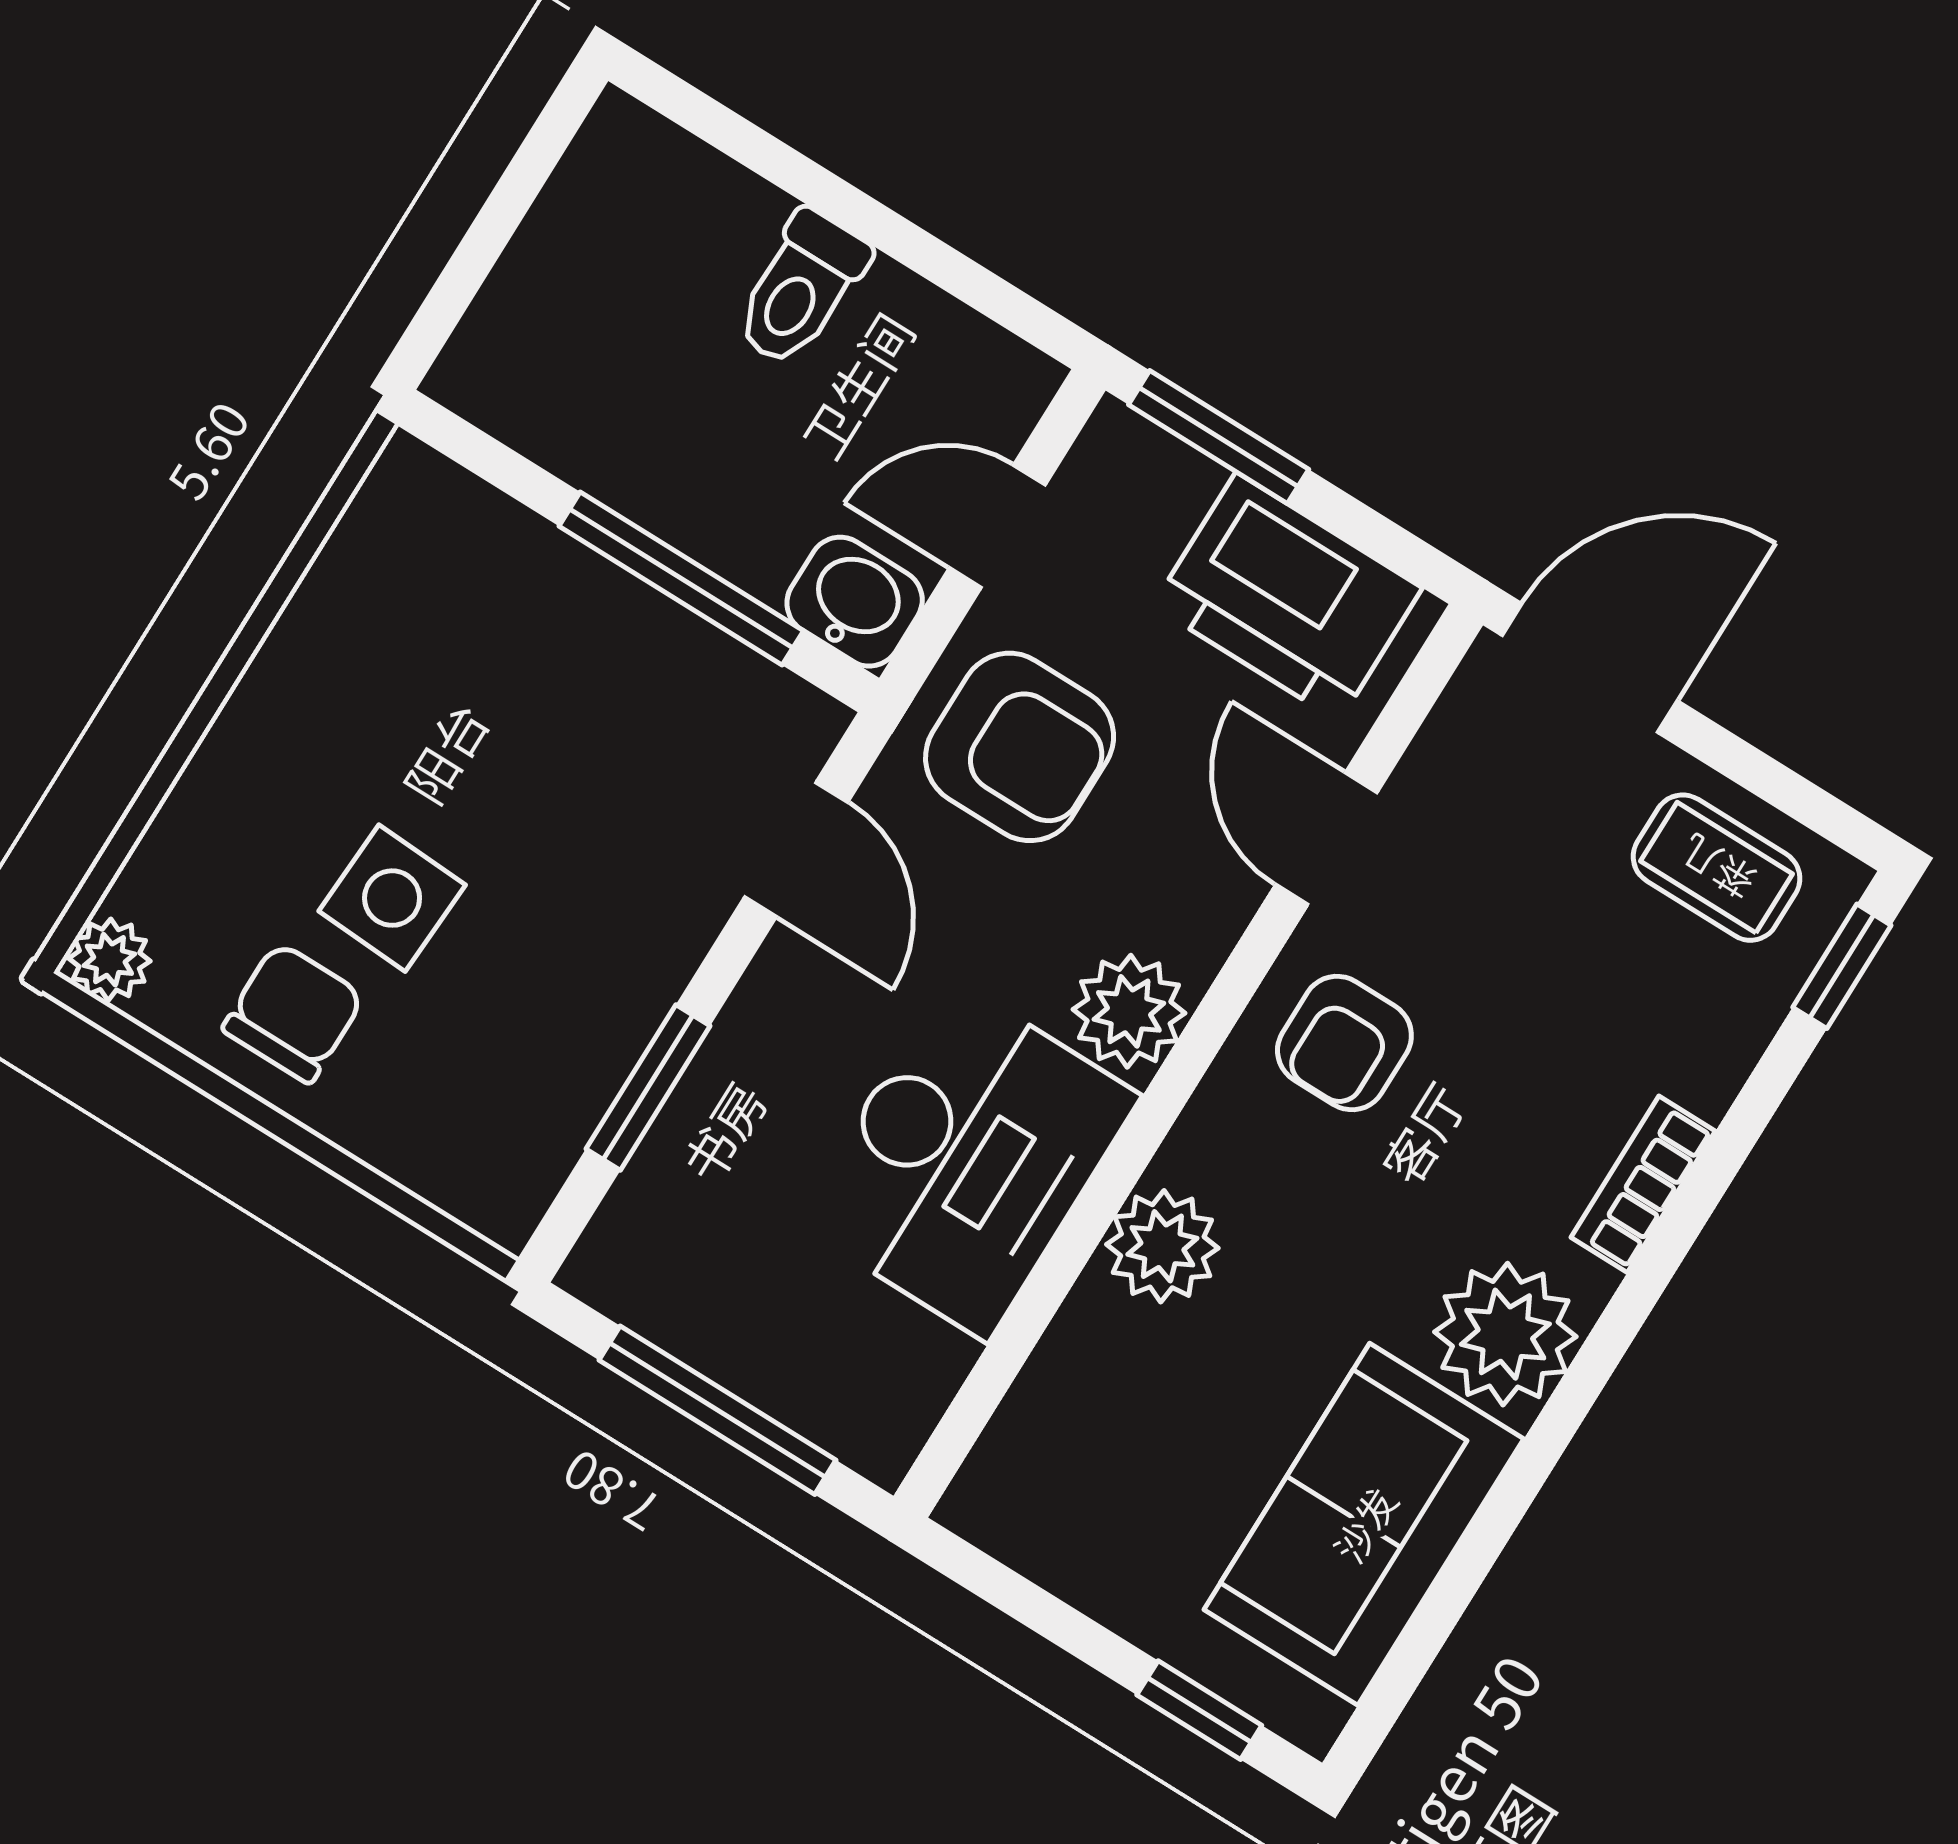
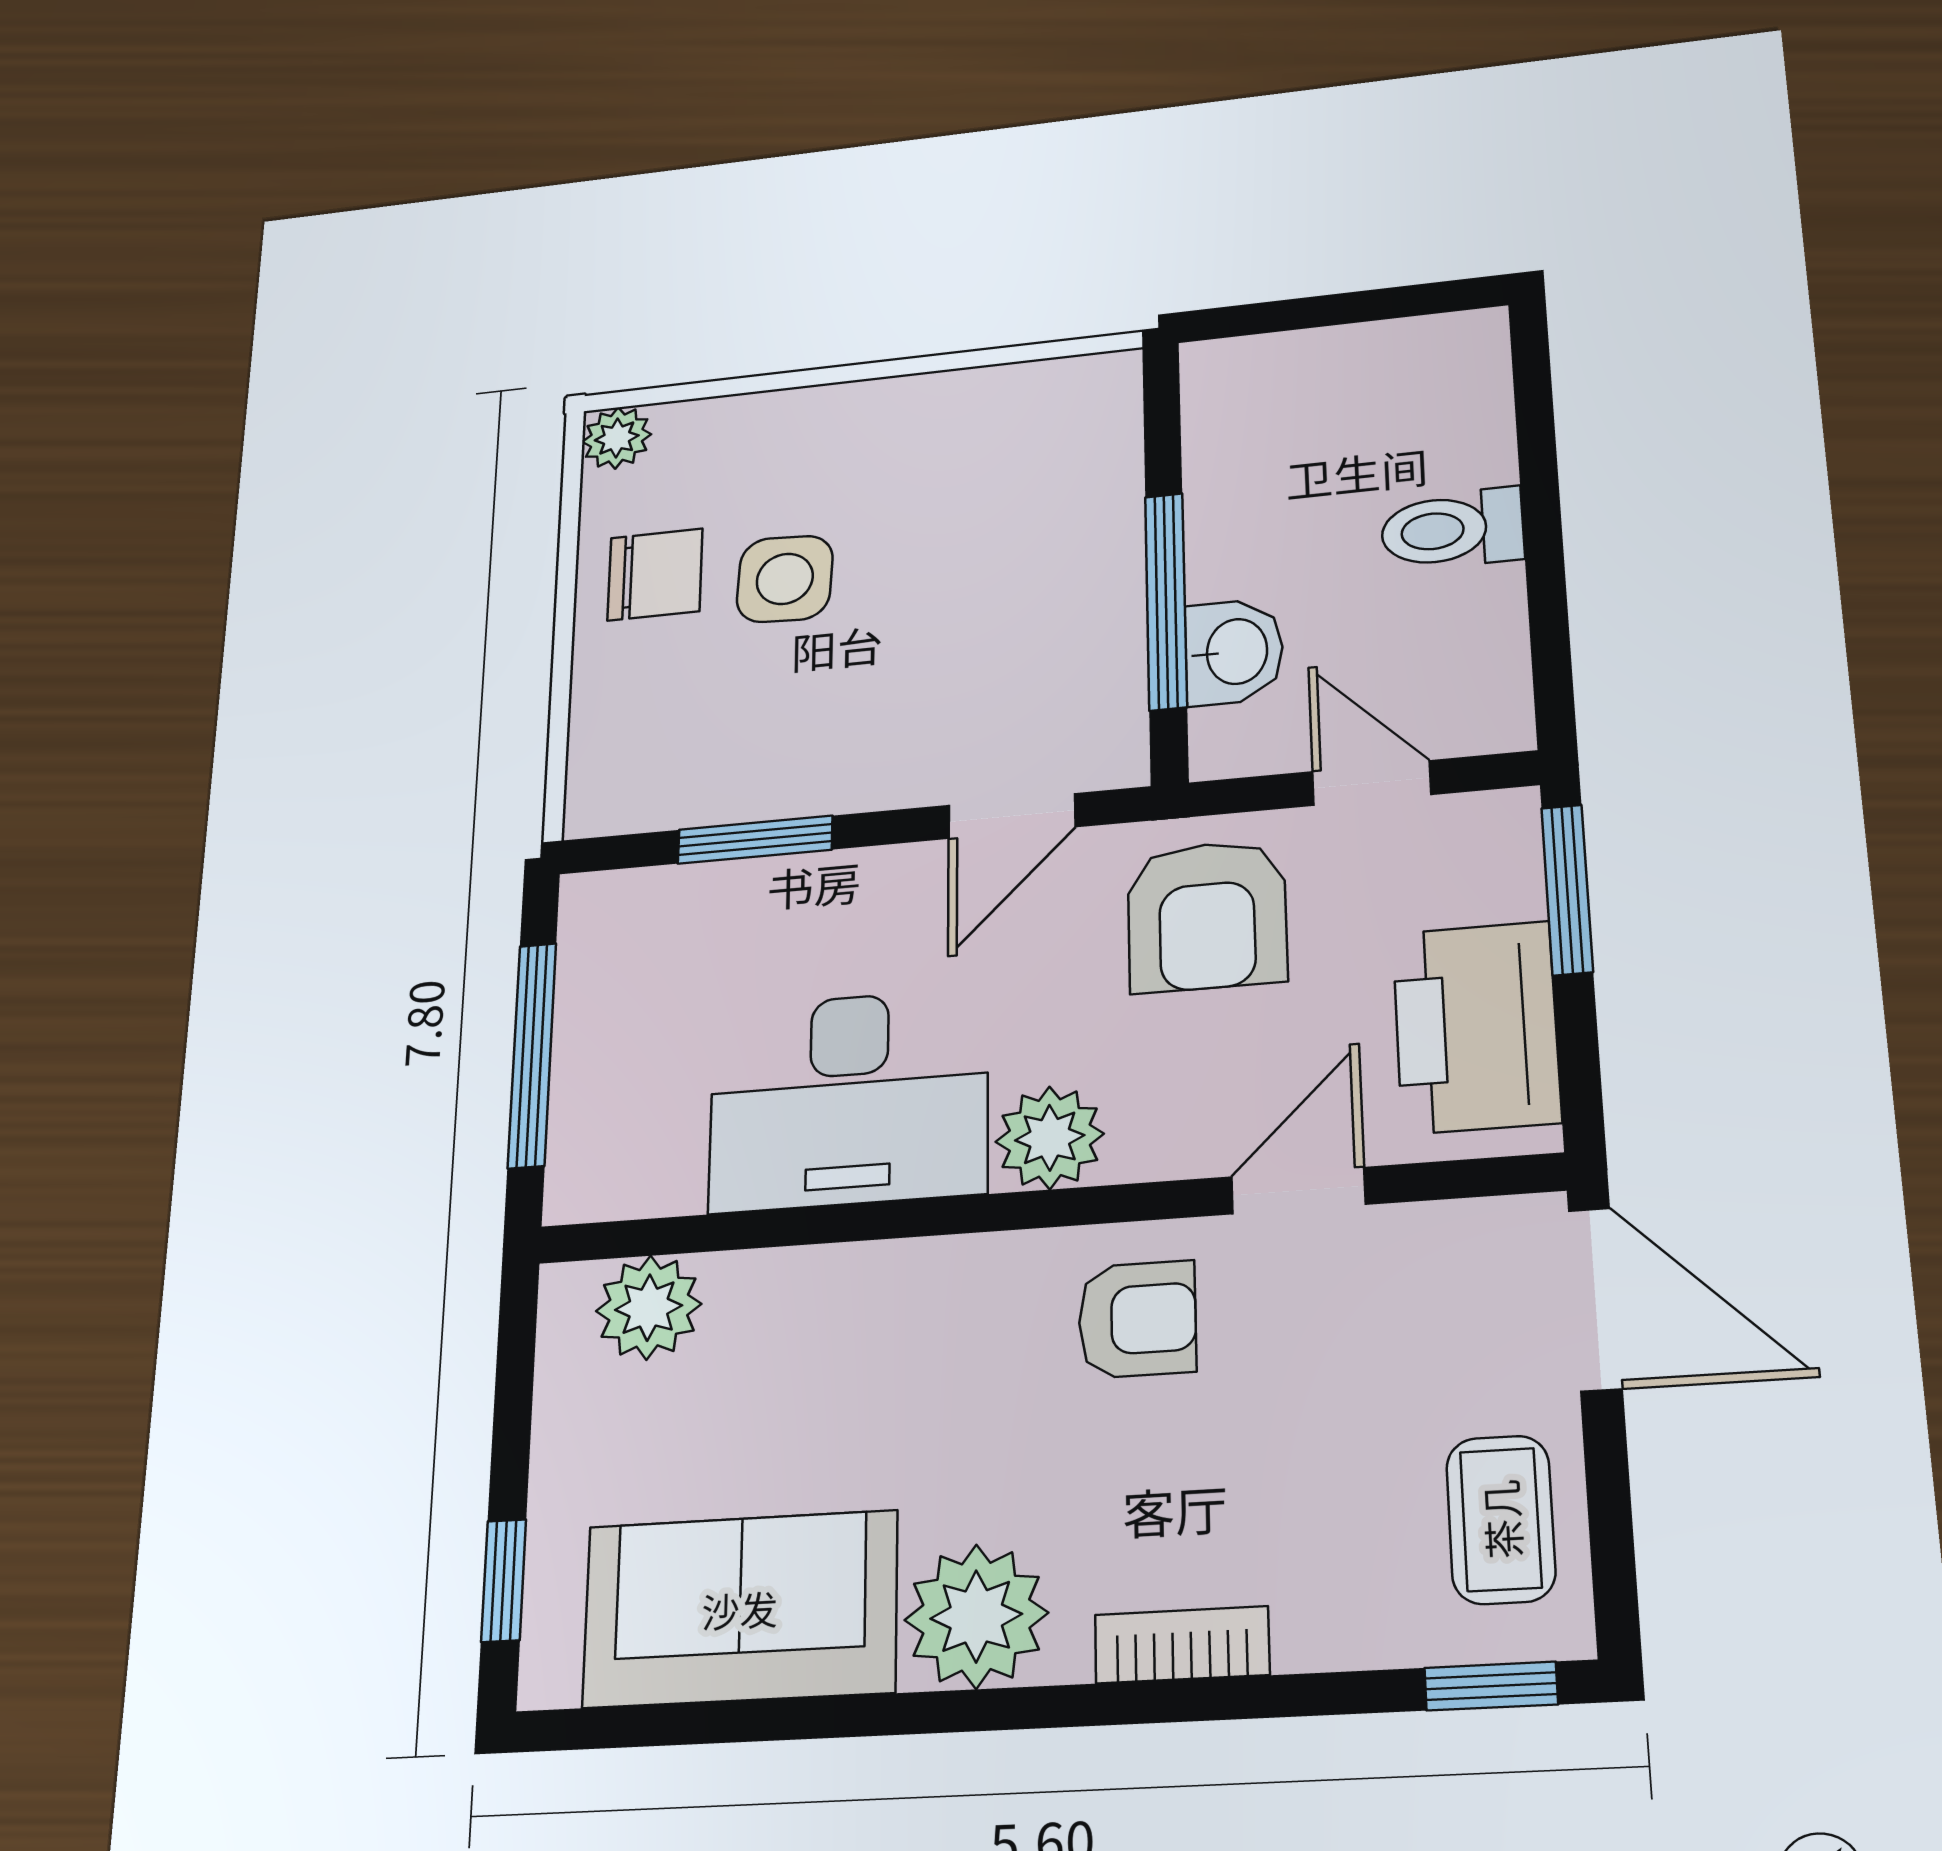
washbasin: (855, 602) -> (1234, 652), moved
armchair: (1344, 1043) -> (1137, 1319), turned 180
plant: (1162, 1246) -> (649, 1308), moved

